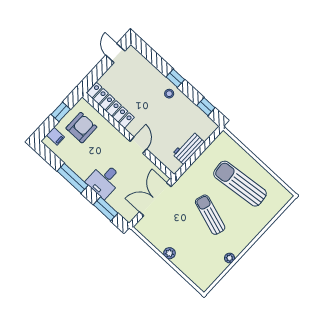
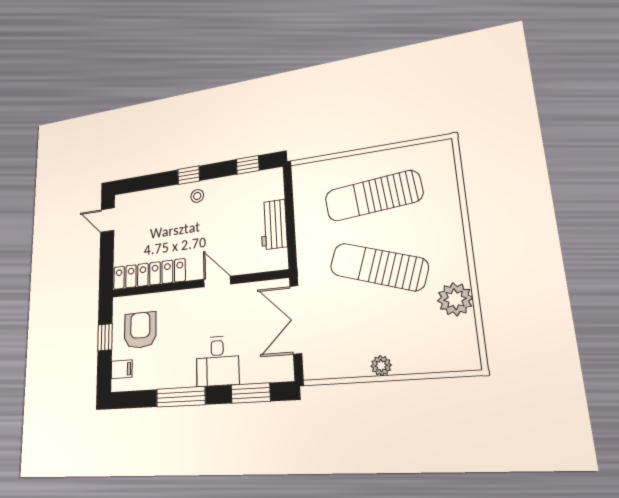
sun lounger: (210, 215) -> (379, 267), width x1.36, depth x1.34
plant: (230, 258) -> (455, 299), width x1.87, depth x1.87

